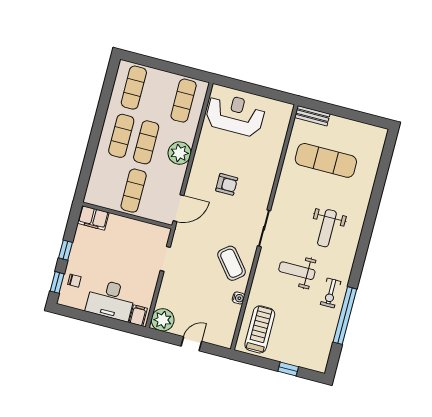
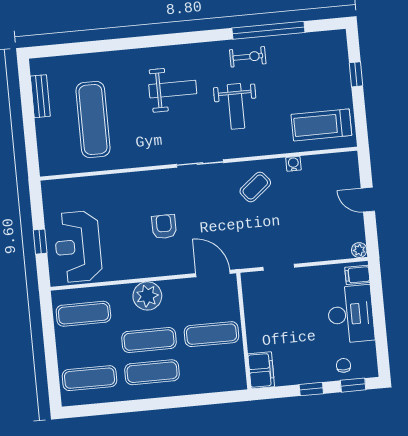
window: (249, 88) -> (40, 242), added
bench: (312, 116) -> (40, 96), moved
coffee table: (231, 263) -> (255, 187), width x0.73, depth x0.77
plant: (163, 320) -> (359, 250), width x0.53, depth x0.53

